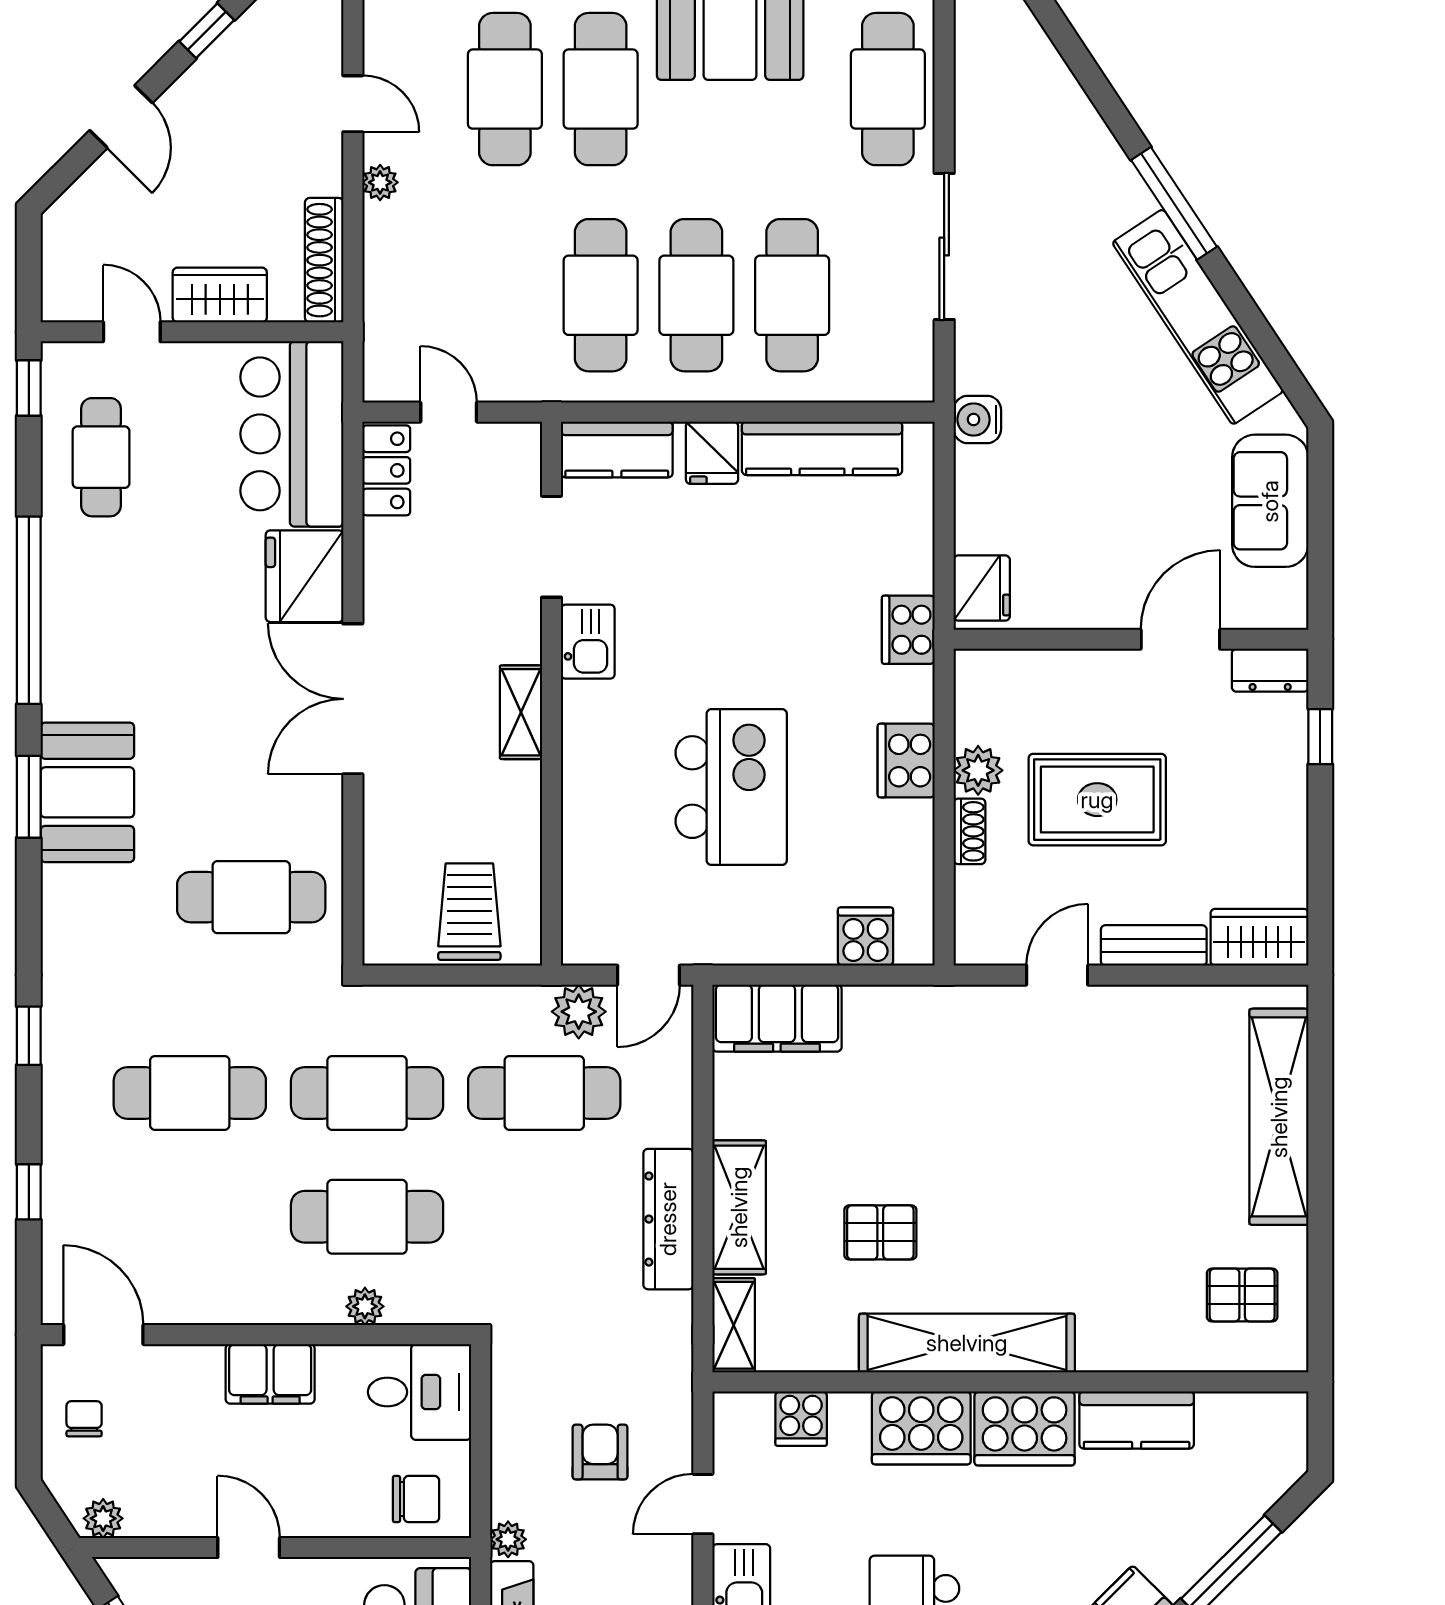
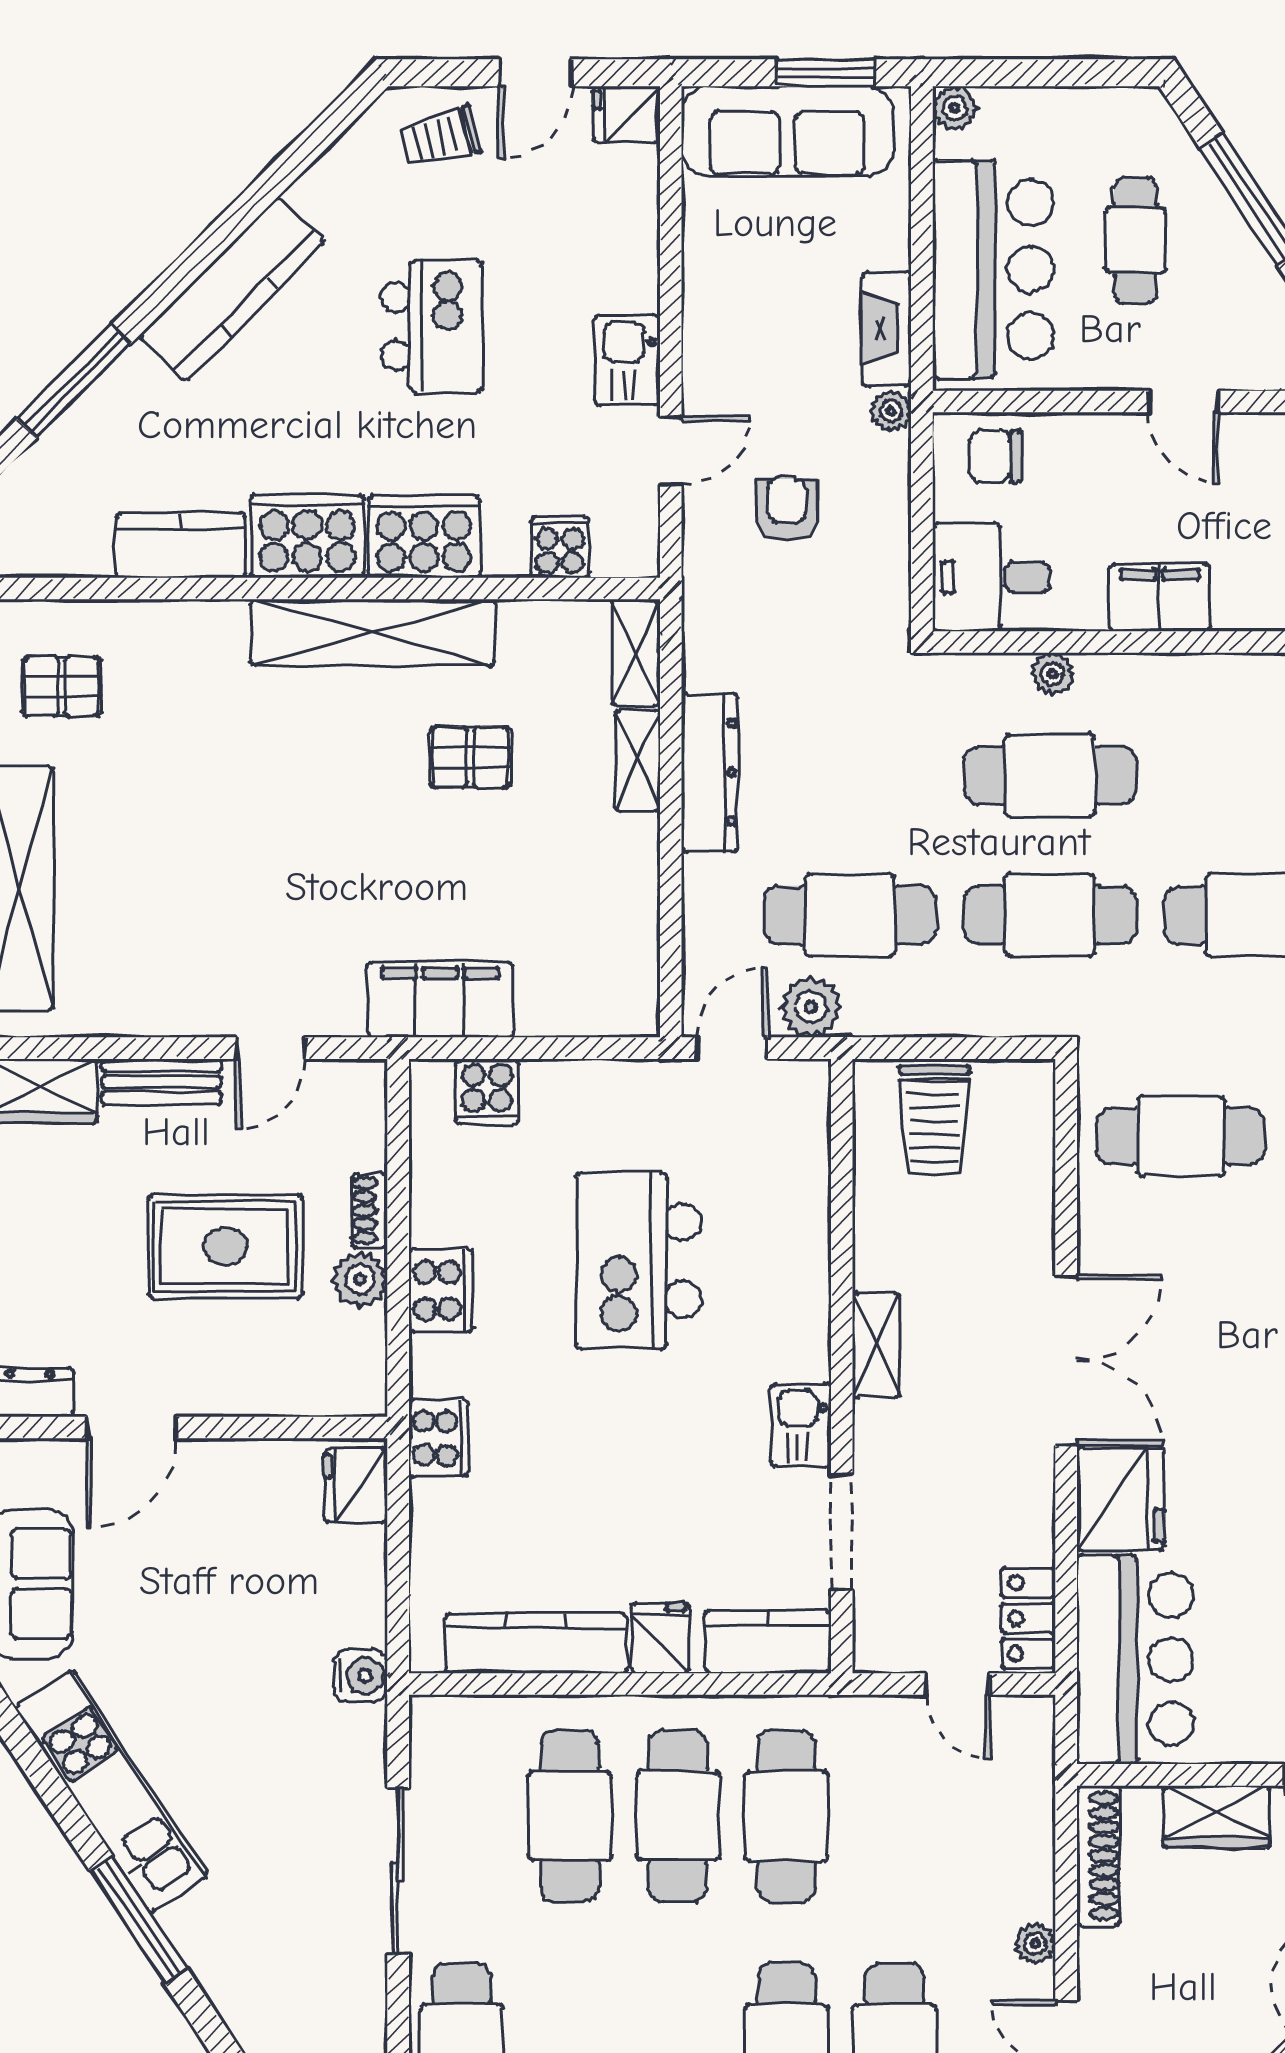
filing cabinet: (777, 1018) -> (440, 1000), moved
shelving: (739, 1207) -> (637, 761), width x0.67, depth x0.75
armchair: (600, 1452) -> (787, 509), turned 180

